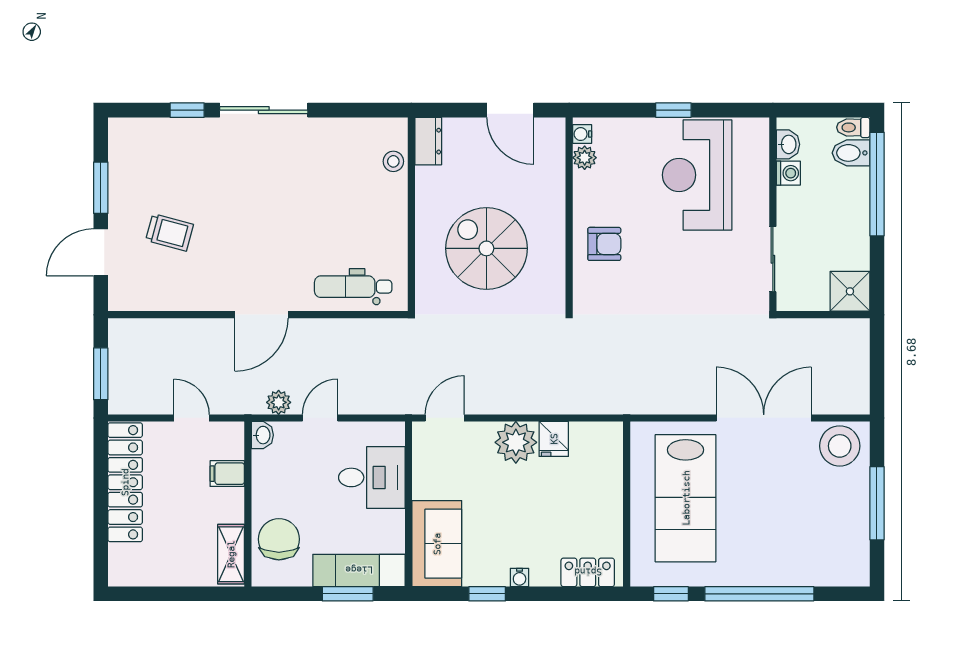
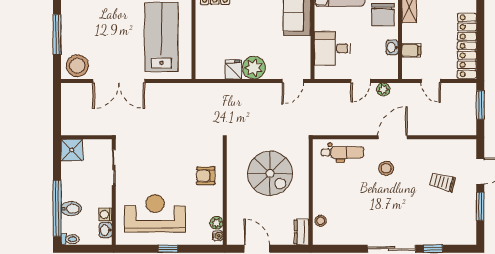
bidet: (851, 153) -> (71, 209), moved
reception desk: (697, 175) -> (155, 213), turned -90
stool: (273, 258) -> (386, 168), added
washbasin: (262, 435) -> (392, 47), moved

